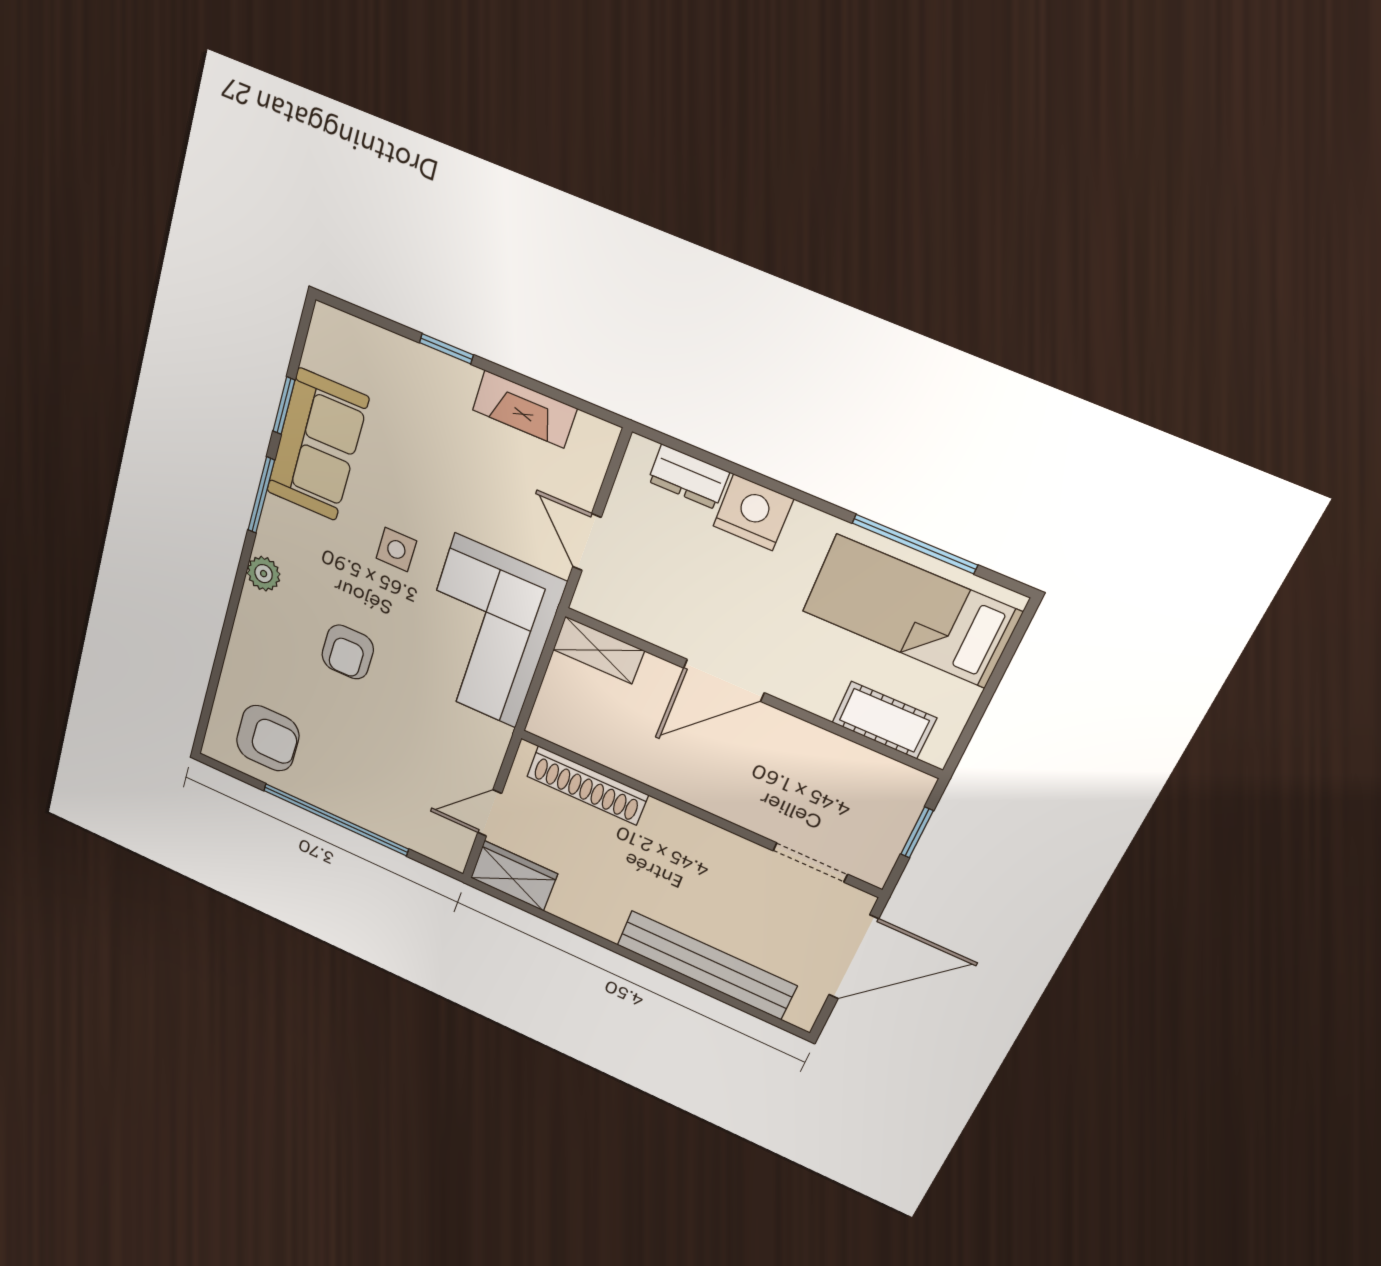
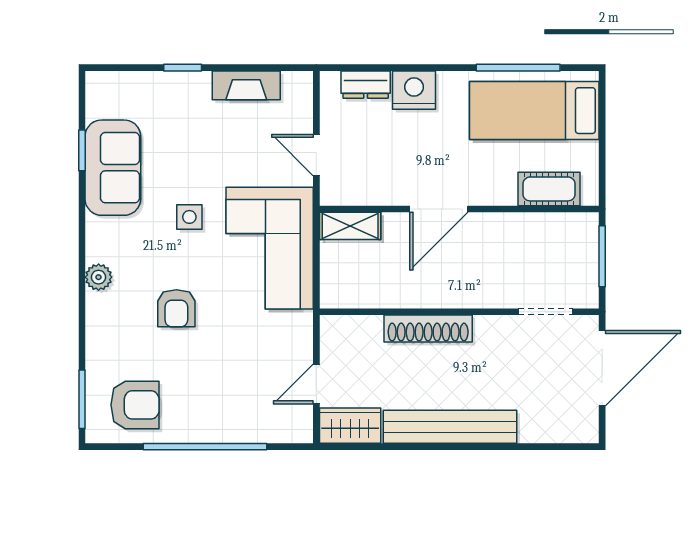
window: (261, 495) -> (82, 399), moved
shoe rack: (587, 786) -> (428, 329), moved
window: (917, 832) -> (602, 256), width x1.50
bench: (706, 965) -> (450, 427), moved

